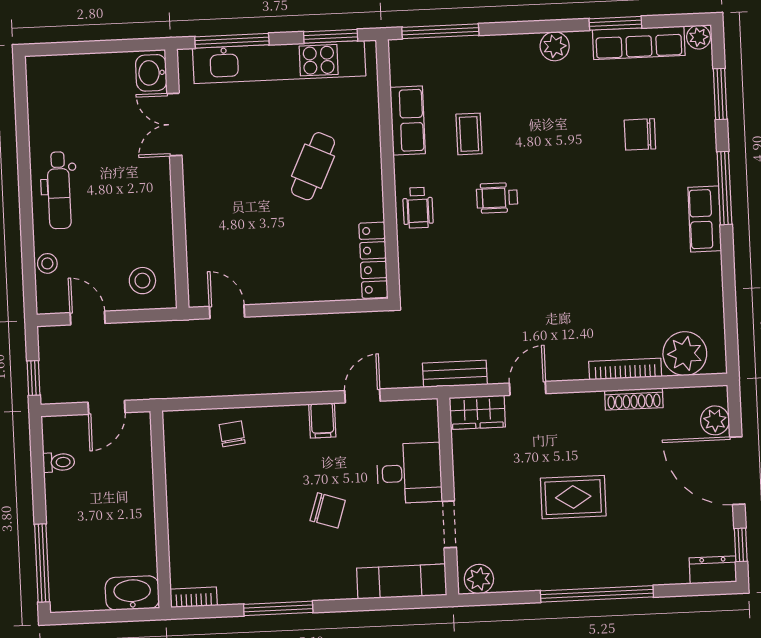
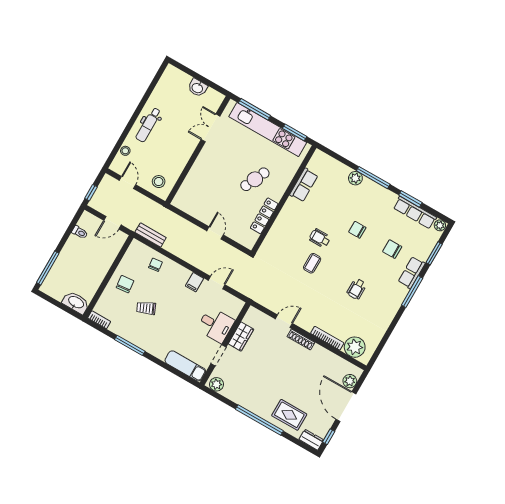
window: (440, 31) -> (373, 178), moved
plant: (555, 46) -> (355, 178), moved
washbasin: (151, 73) -> (197, 88), moved, turned -90
coffee table: (469, 134) -> (312, 263), moved
chair: (555, 140) -> (357, 230), added
wheelchair: (418, 208) -> (357, 289), moved
row of seats: (705, 219) -> (412, 273), moved
locker: (373, 260) -> (264, 216), moved
door: (227, 312) -> (215, 233), moved
bench: (455, 374) -> (151, 235), moved
shoe rack: (634, 399) -> (301, 339), moved
wardrobe: (477, 412) -> (241, 337), moved, turned -90
rug: (573, 497) -> (289, 415), moved
chair: (328, 510) -> (125, 284), moved, turned -114
trolley: (265, 522) -> (146, 308), added

